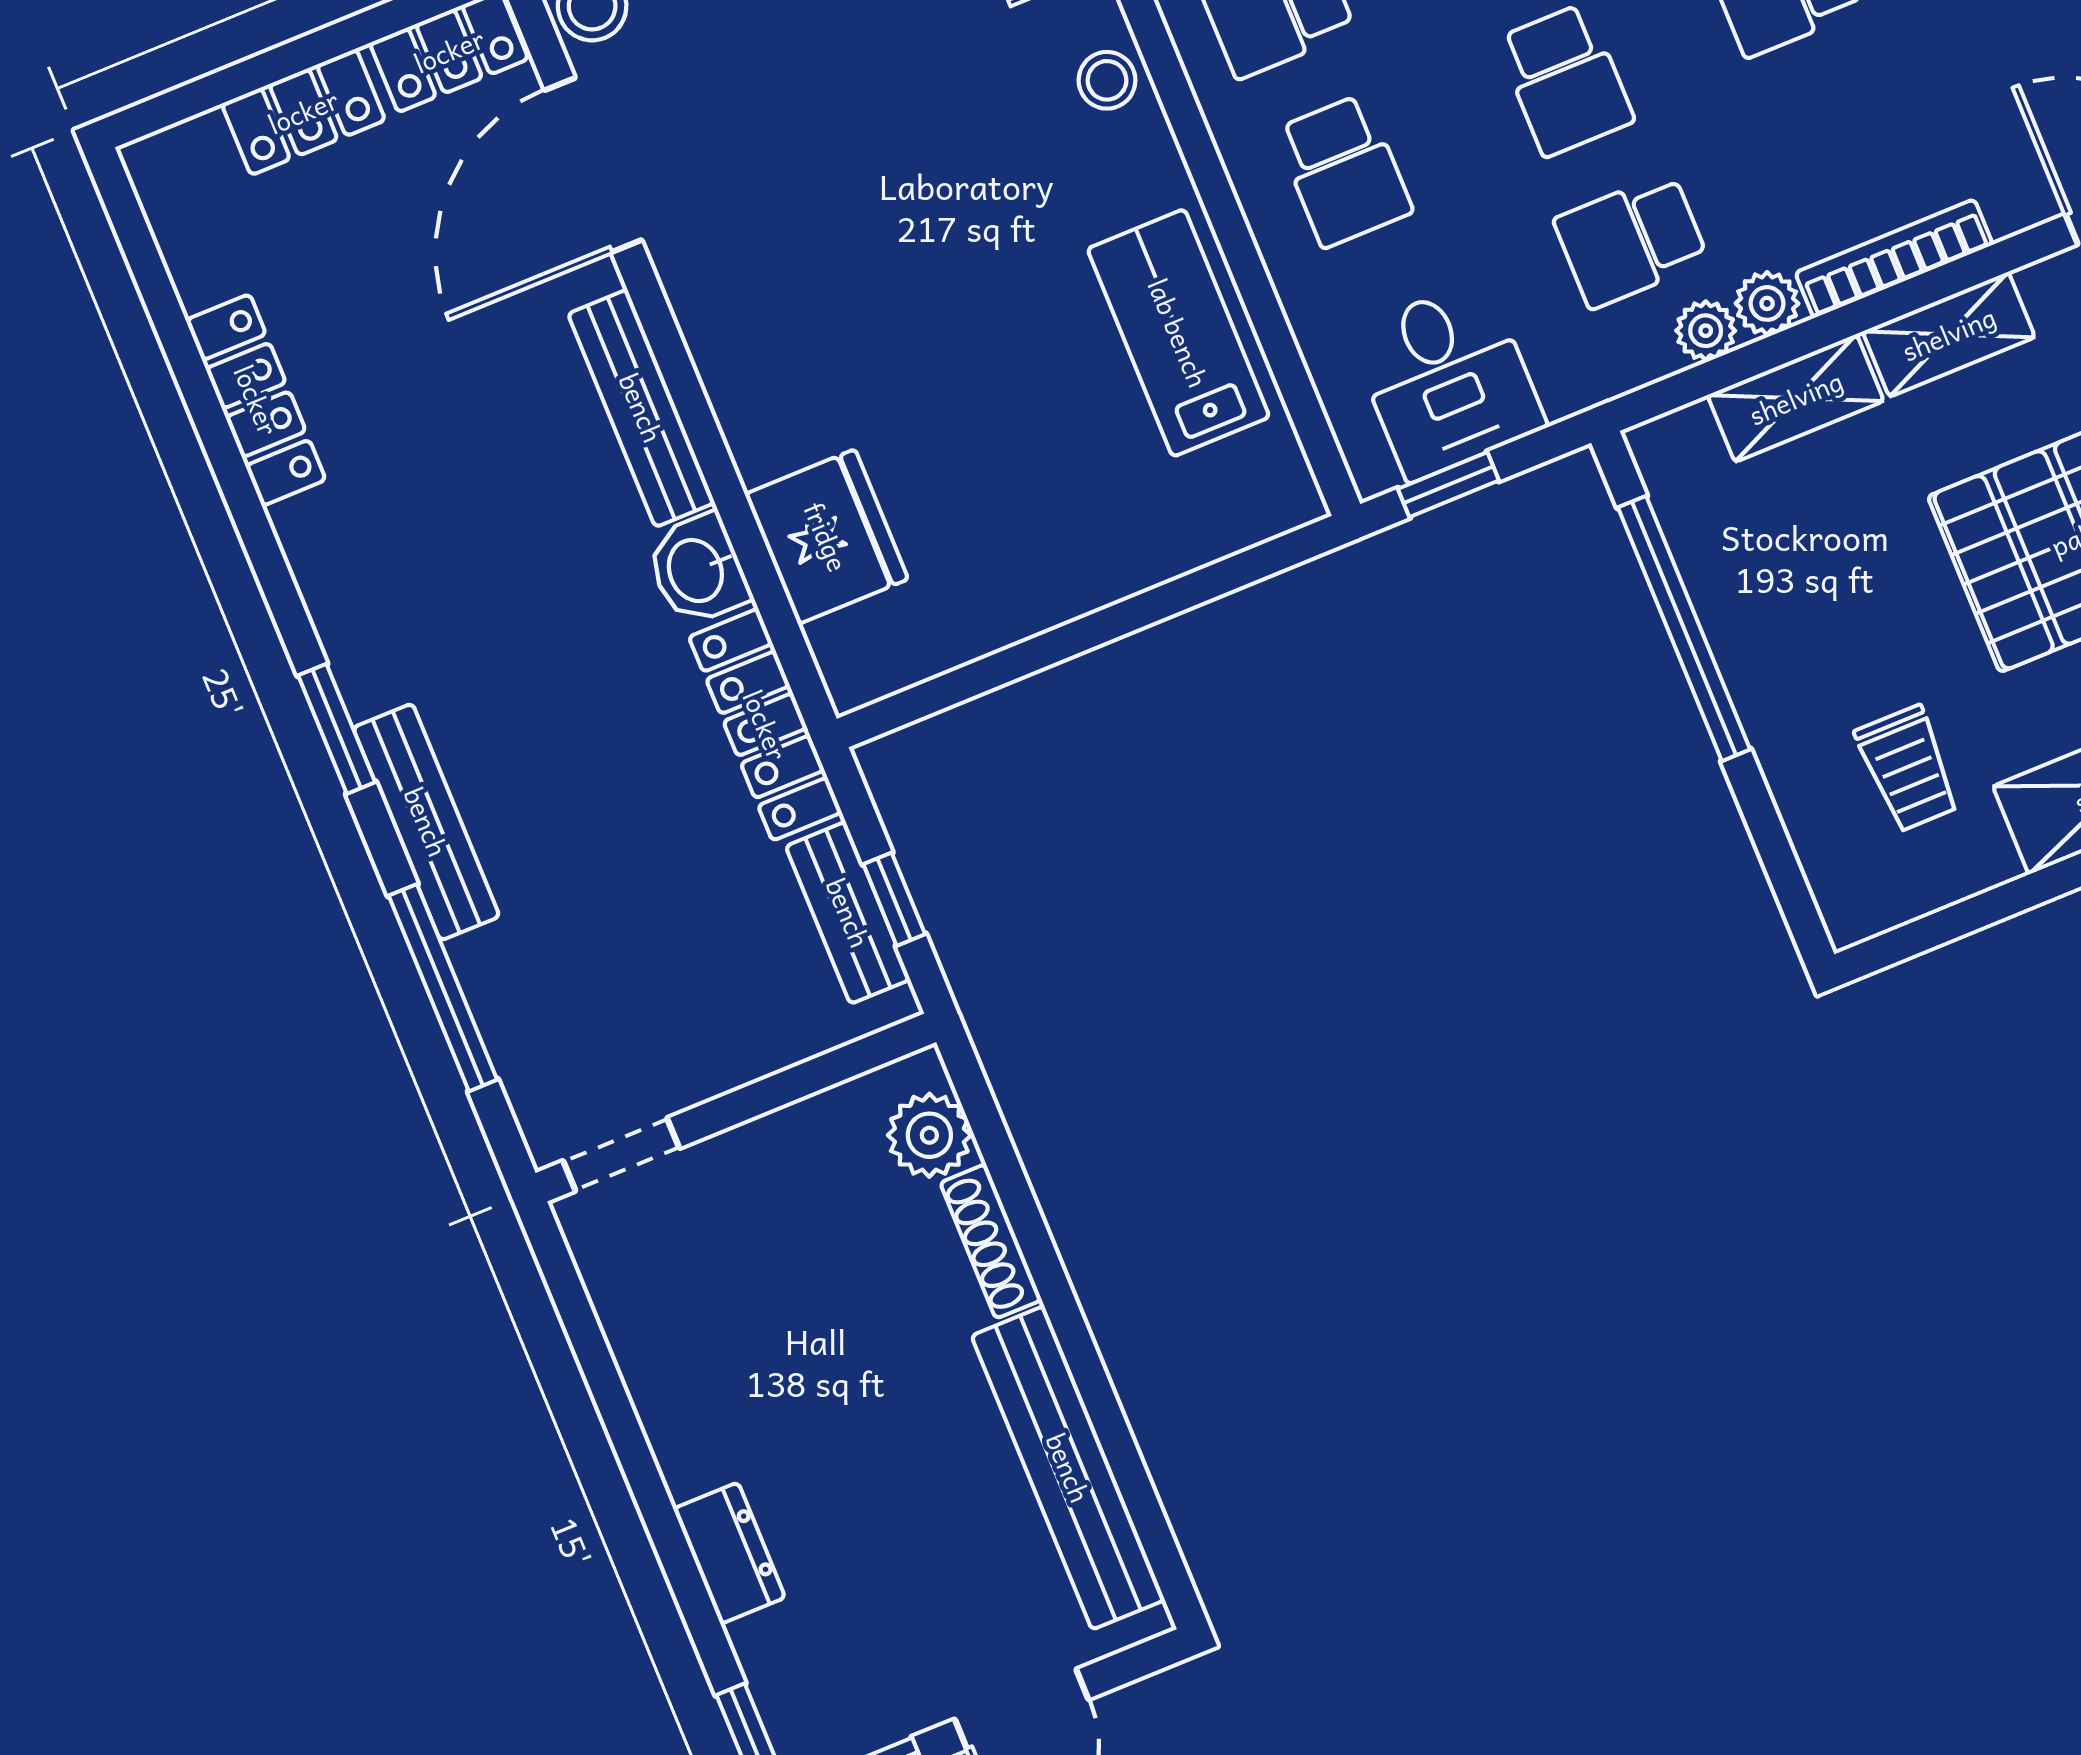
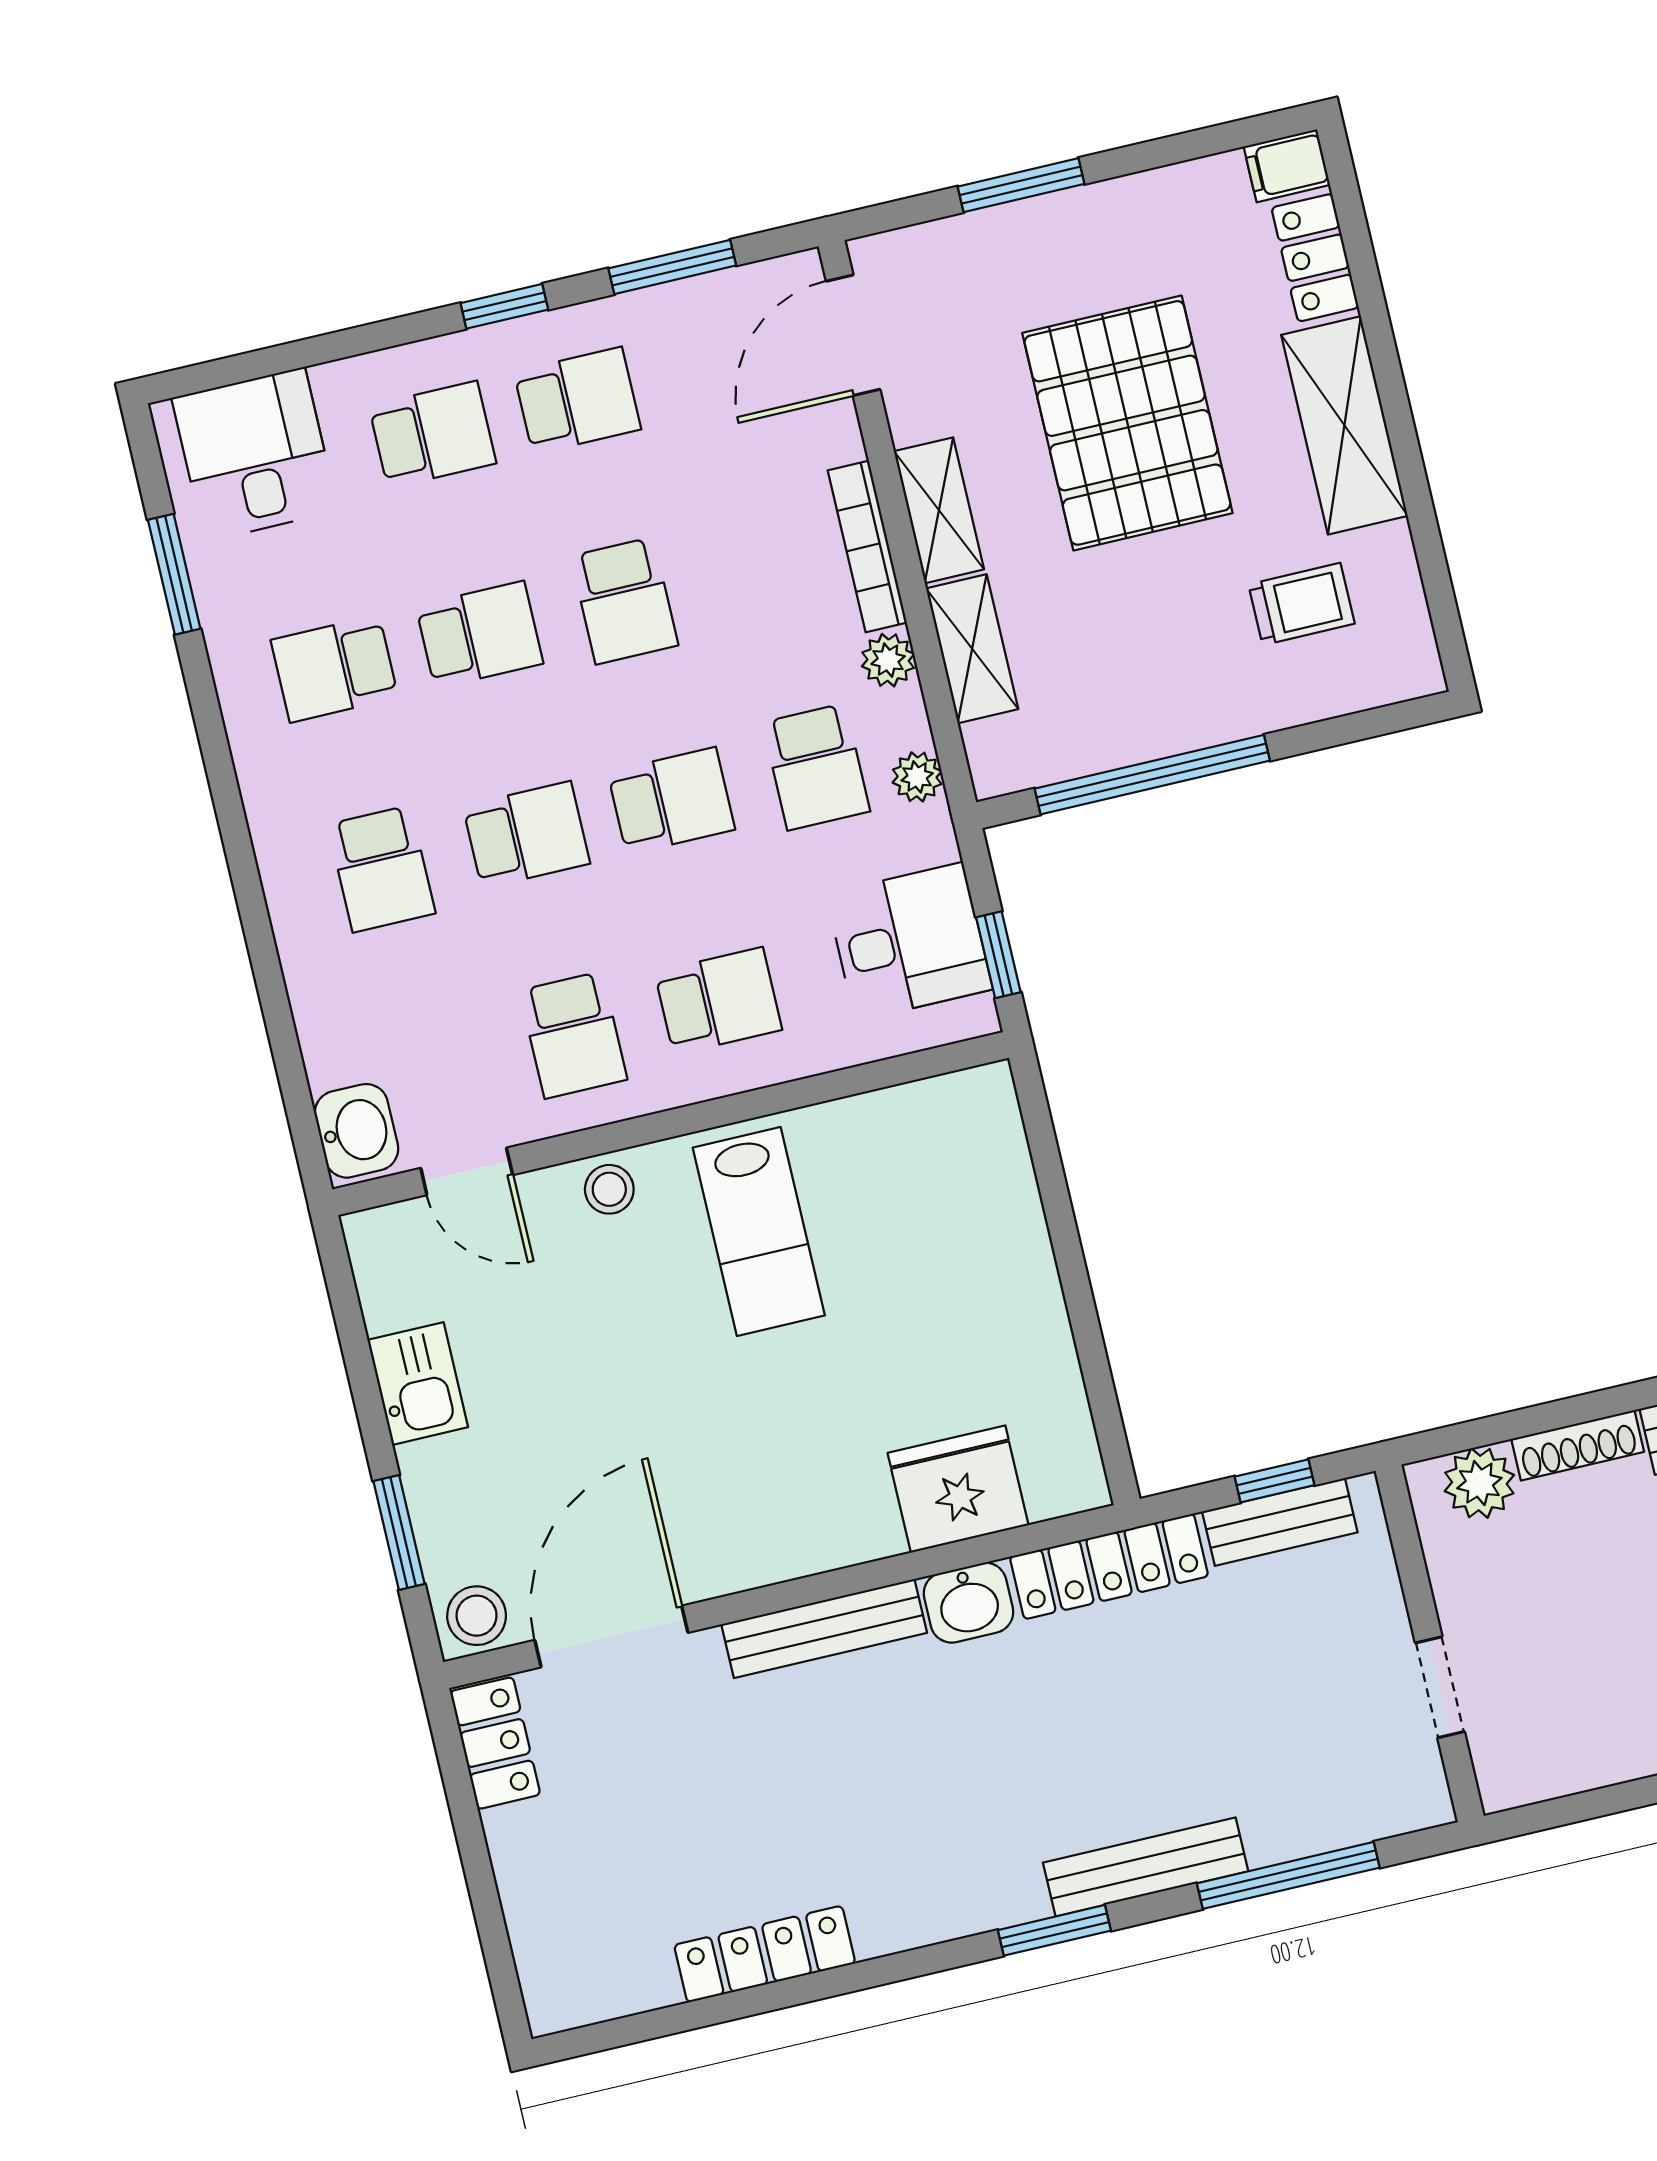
locker: (303, 112) -> (527, 1875), removed
door: (593, 165) -> (611, 1636), swing flipped
plant: (1706, 331) -> (917, 777), moved
lab bench: (1178, 333) -> (759, 1232), moved, turned -90
doorway: (621, 1154) -> (1440, 1687), moved

